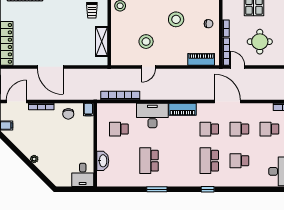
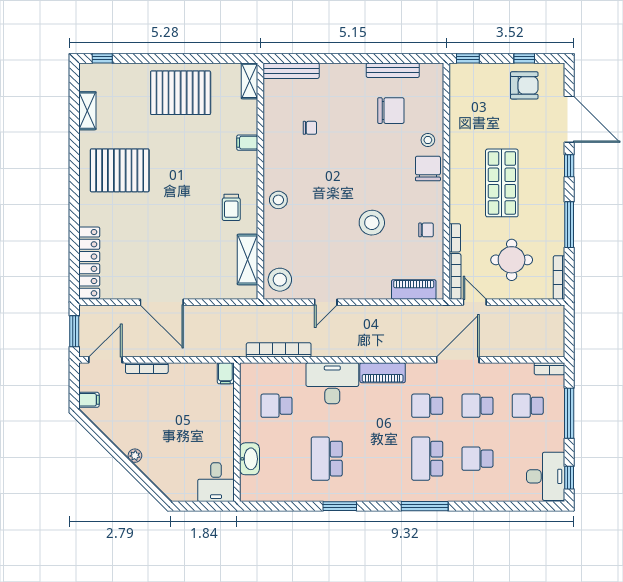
stool: (146, 42) -> (280, 280), moved
door: (228, 102) -> (458, 360), hinge flipped
chair: (68, 114) -> (192, 380), removed
window: (208, 189) -> (425, 506), width x2.17

